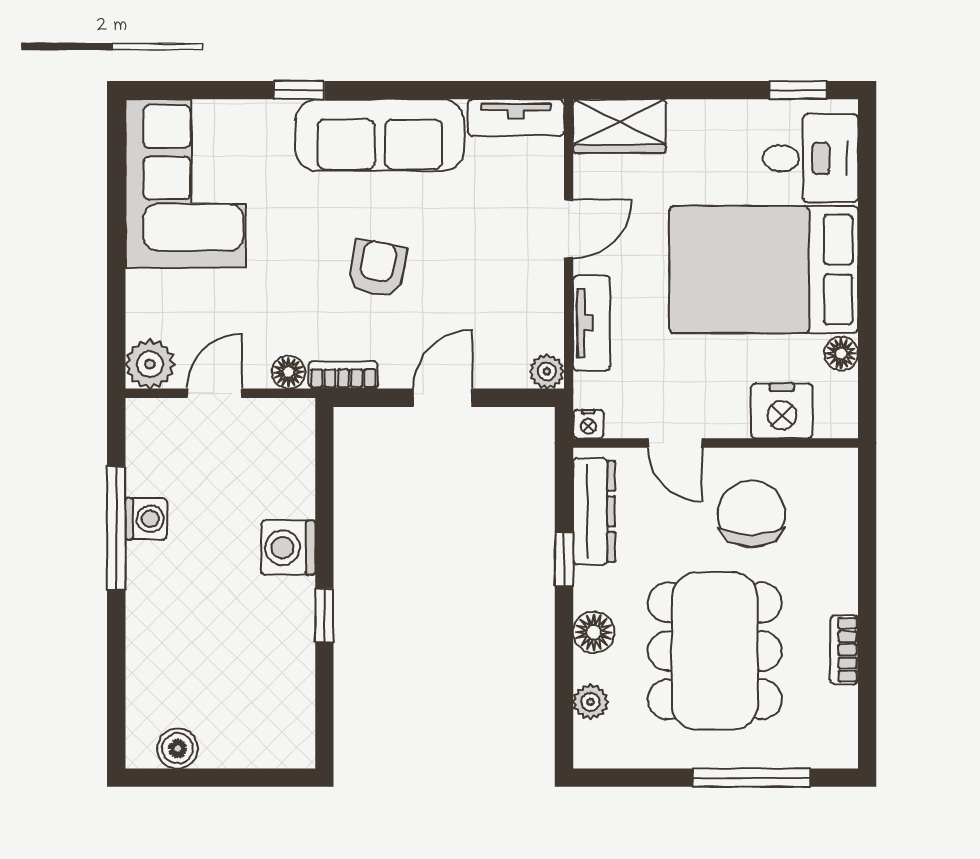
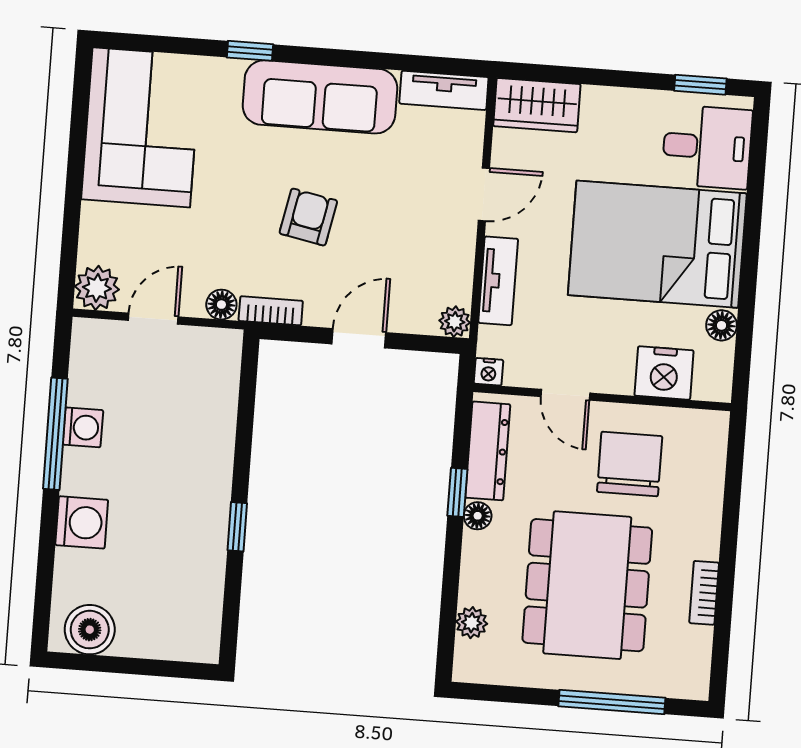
washing machine: (288, 548) -> (82, 522), moved, turned 180
floor lamp: (594, 632) -> (478, 516), moved, width x0.73, depth x0.73
boiler: (178, 748) -> (90, 630), width x1.36, depth x1.36

